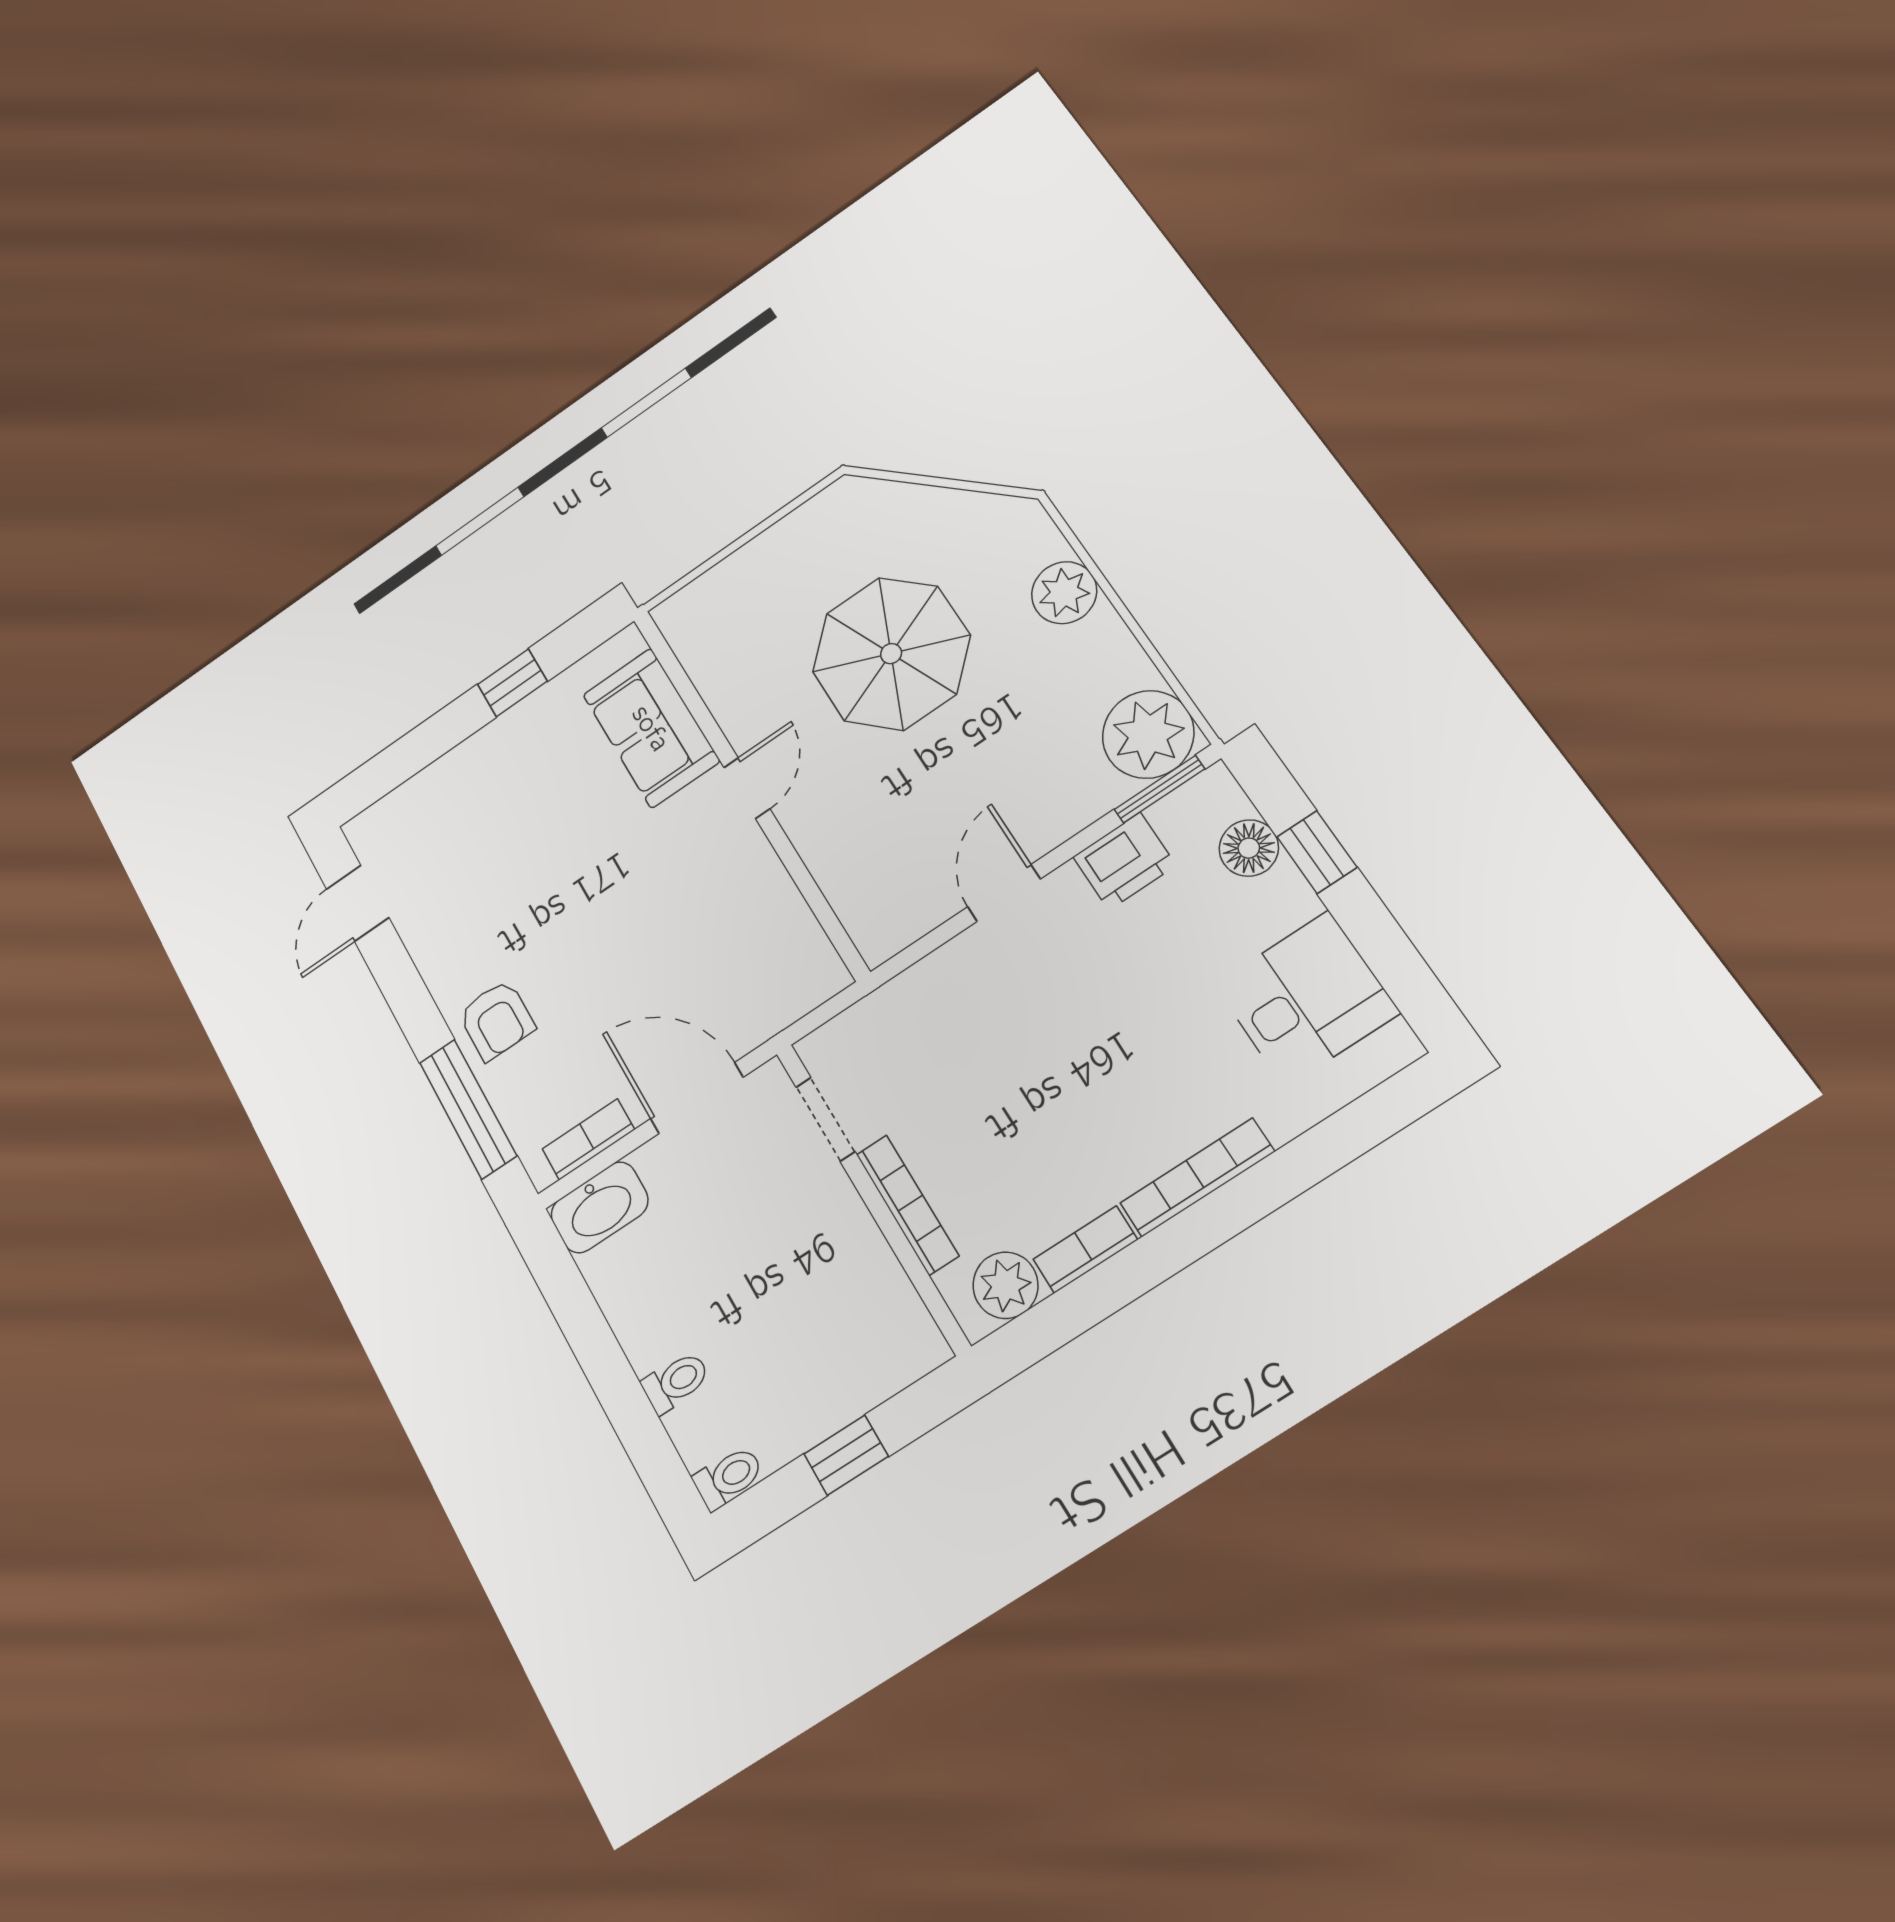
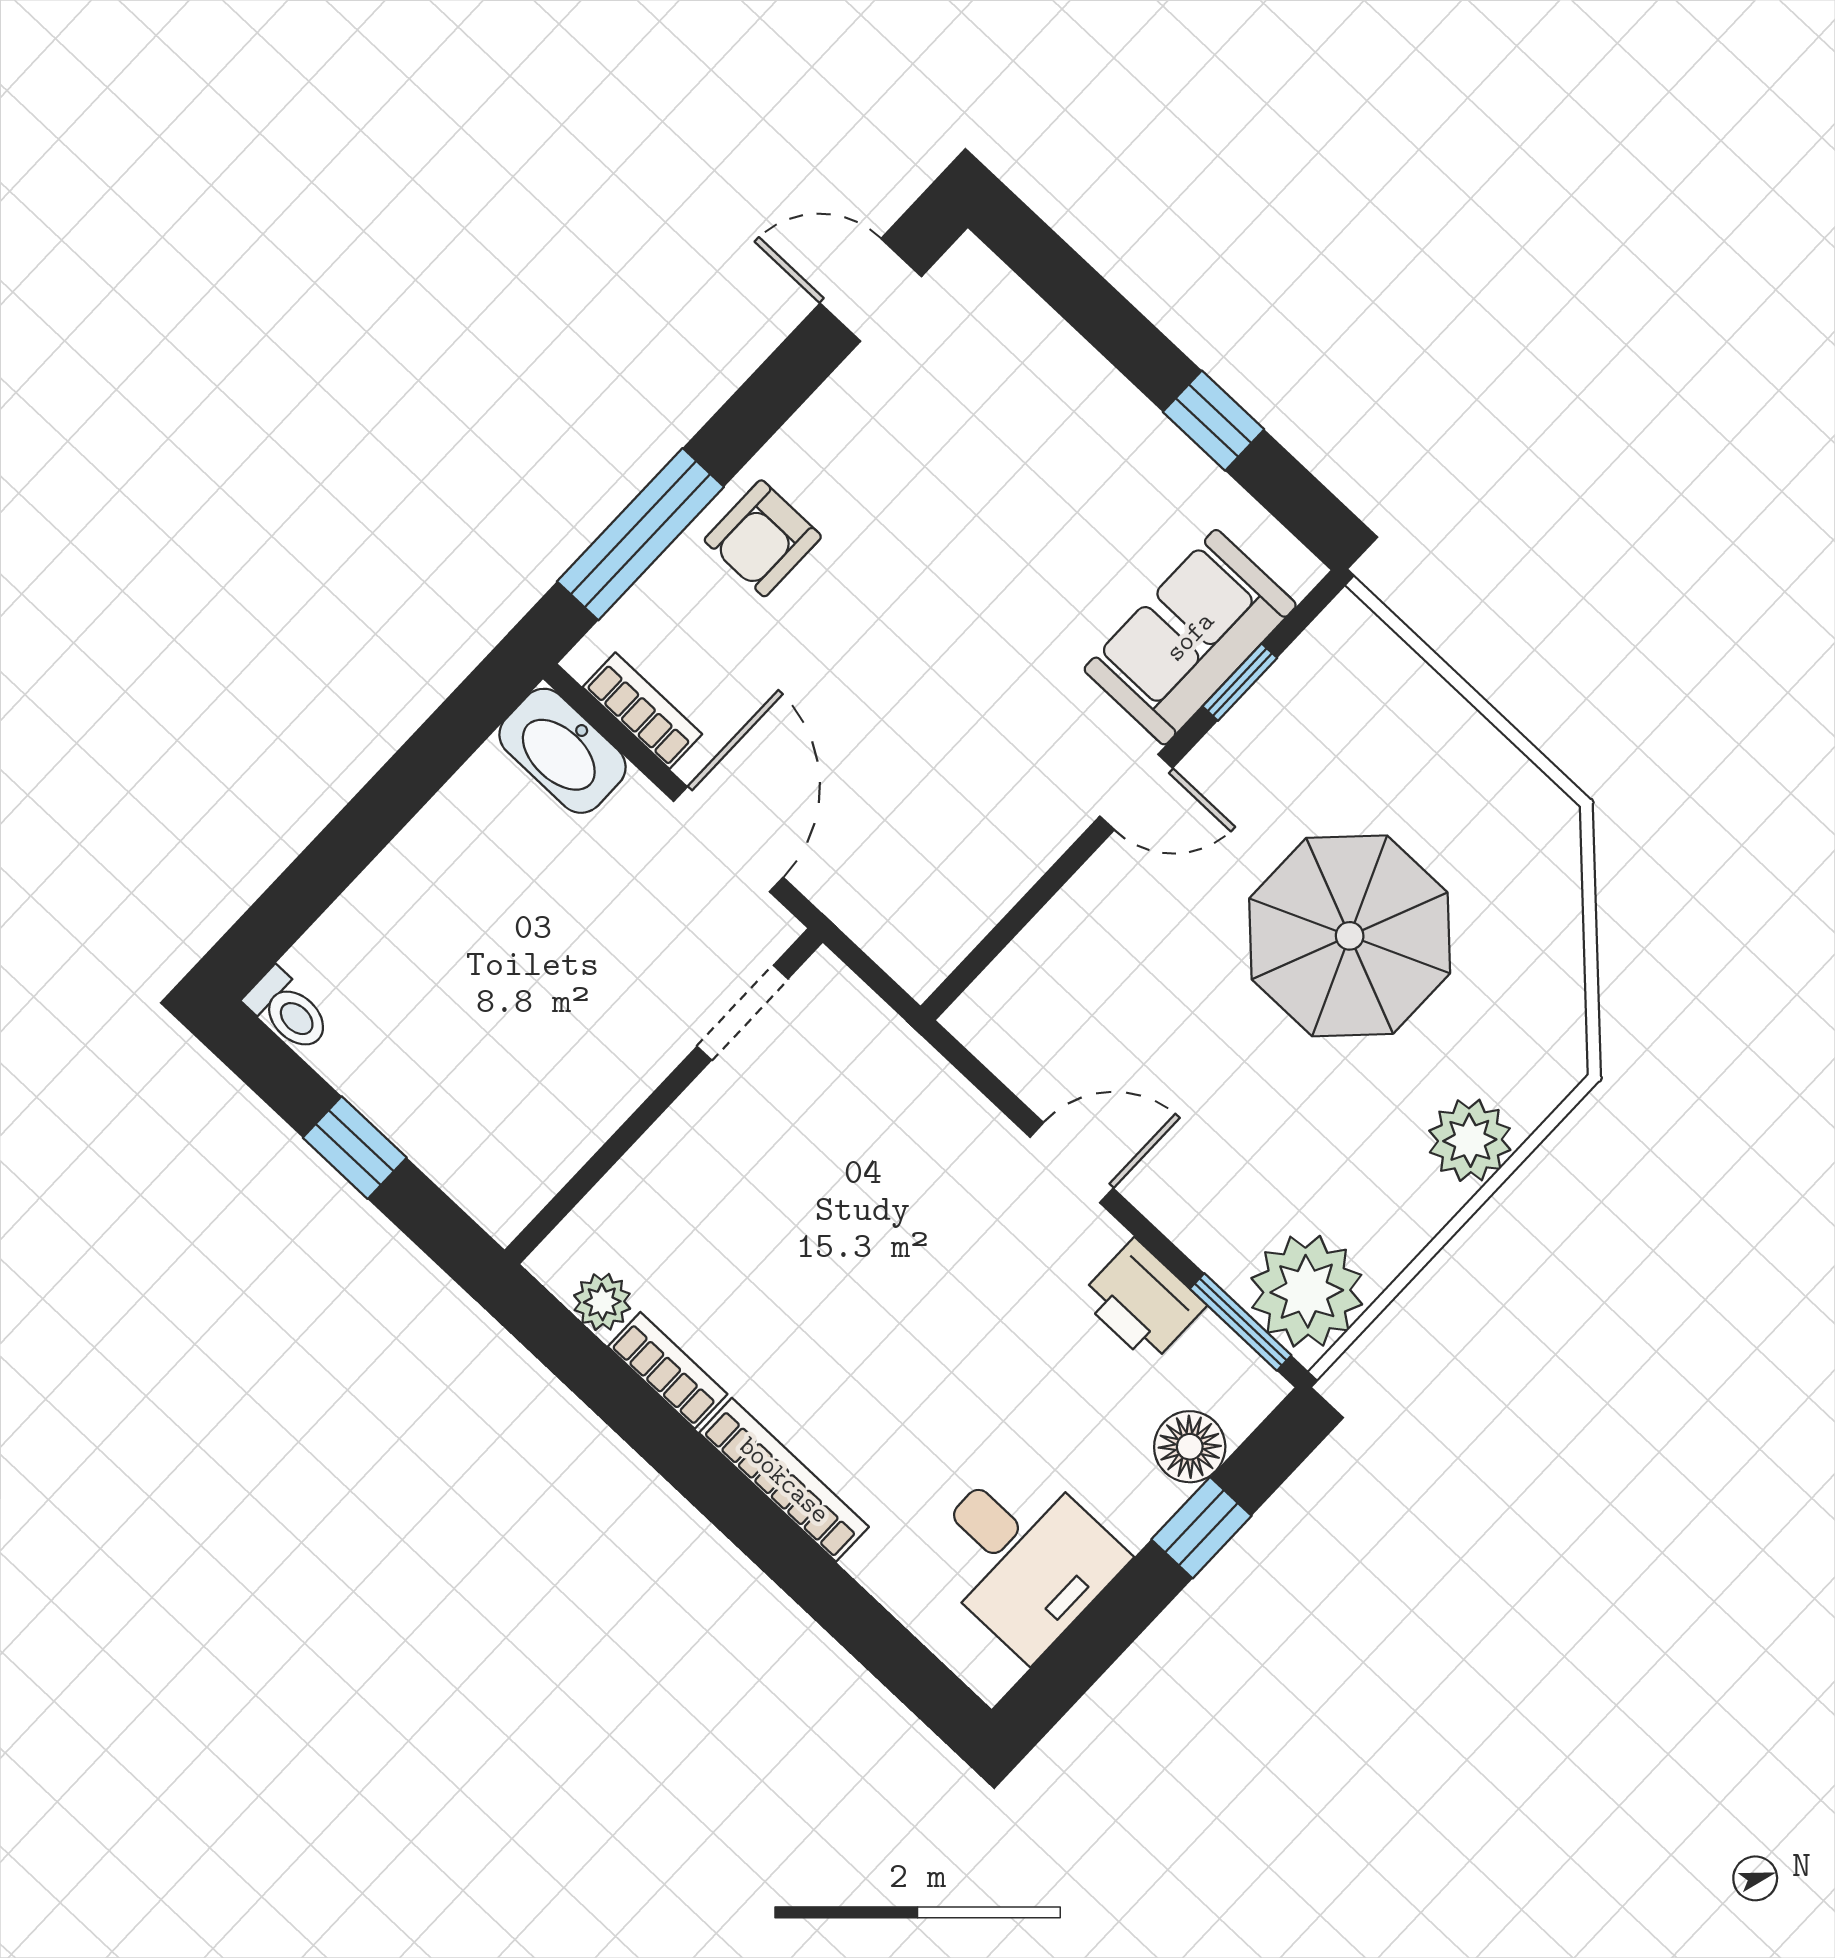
window: (692, 699) -> (1240, 682), added
bookcase: (907, 1205) -> (665, 1143), removed
plant: (1005, 1285) -> (602, 1302), width x0.73, depth x0.73
toilet: (676, 1382) -> (380, 912), removed

